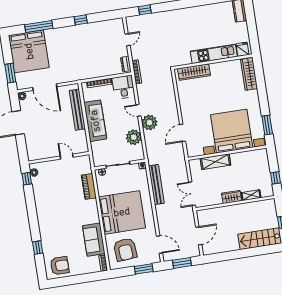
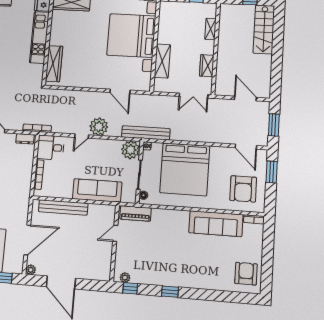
sofa: (95, 121) -> (97, 190), moved
plant: (134, 137) -> (130, 150), moved
bench: (156, 185) -> (146, 133), moved
piano: (89, 186) -> (136, 213), moved
wardrobe: (232, 197) -> (207, 66), moved
bed: (122, 212) -> (185, 169), moved, turned 180
sofa: (94, 240) -> (216, 224), width x1.36
door: (160, 245) -> (246, 147), swing flipped
window: (38, 247) -> (170, 292), moved
armchair: (125, 250) -> (243, 189), turned 94

